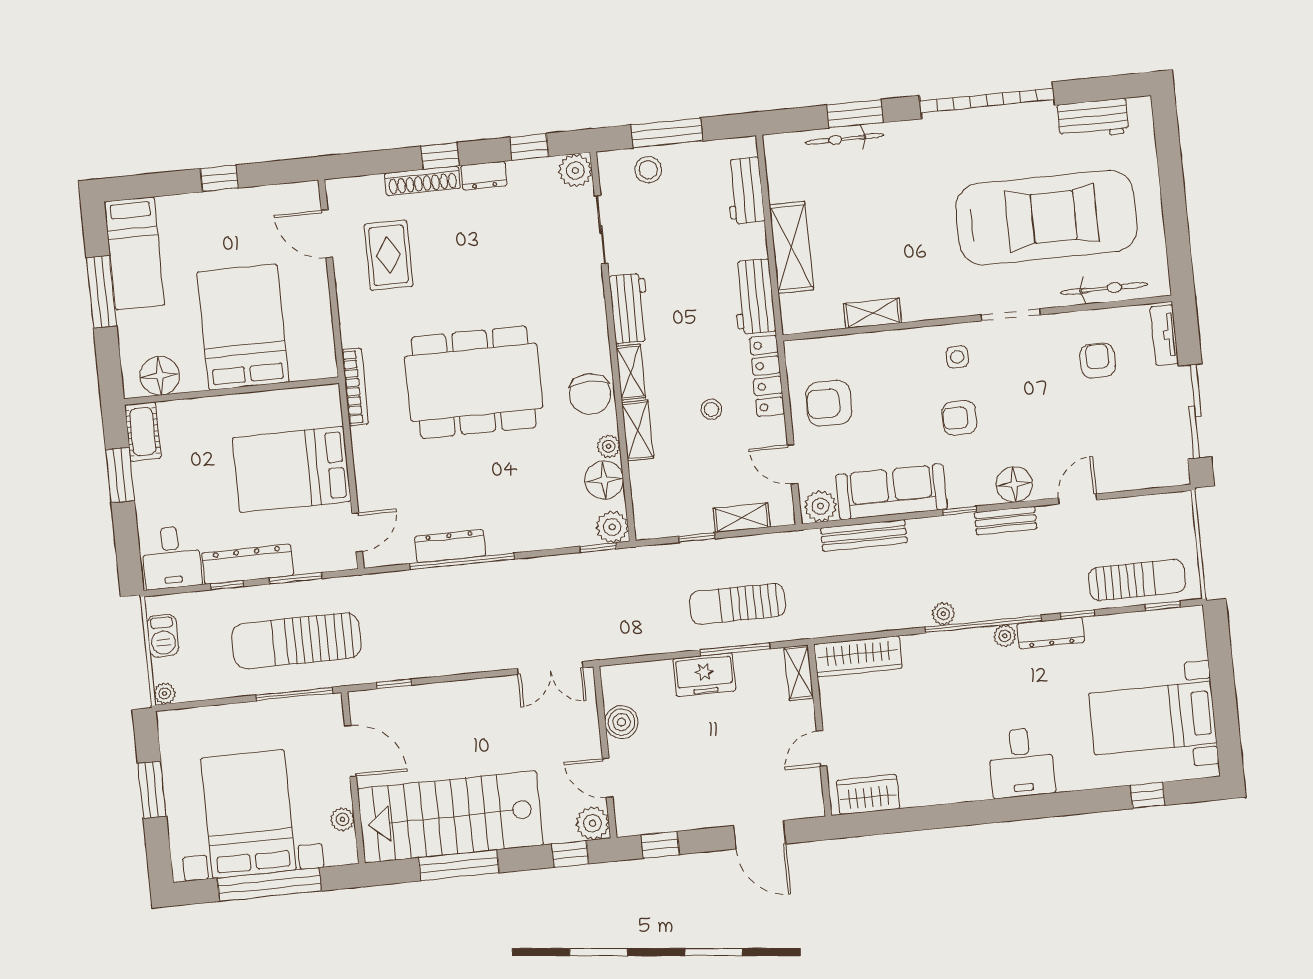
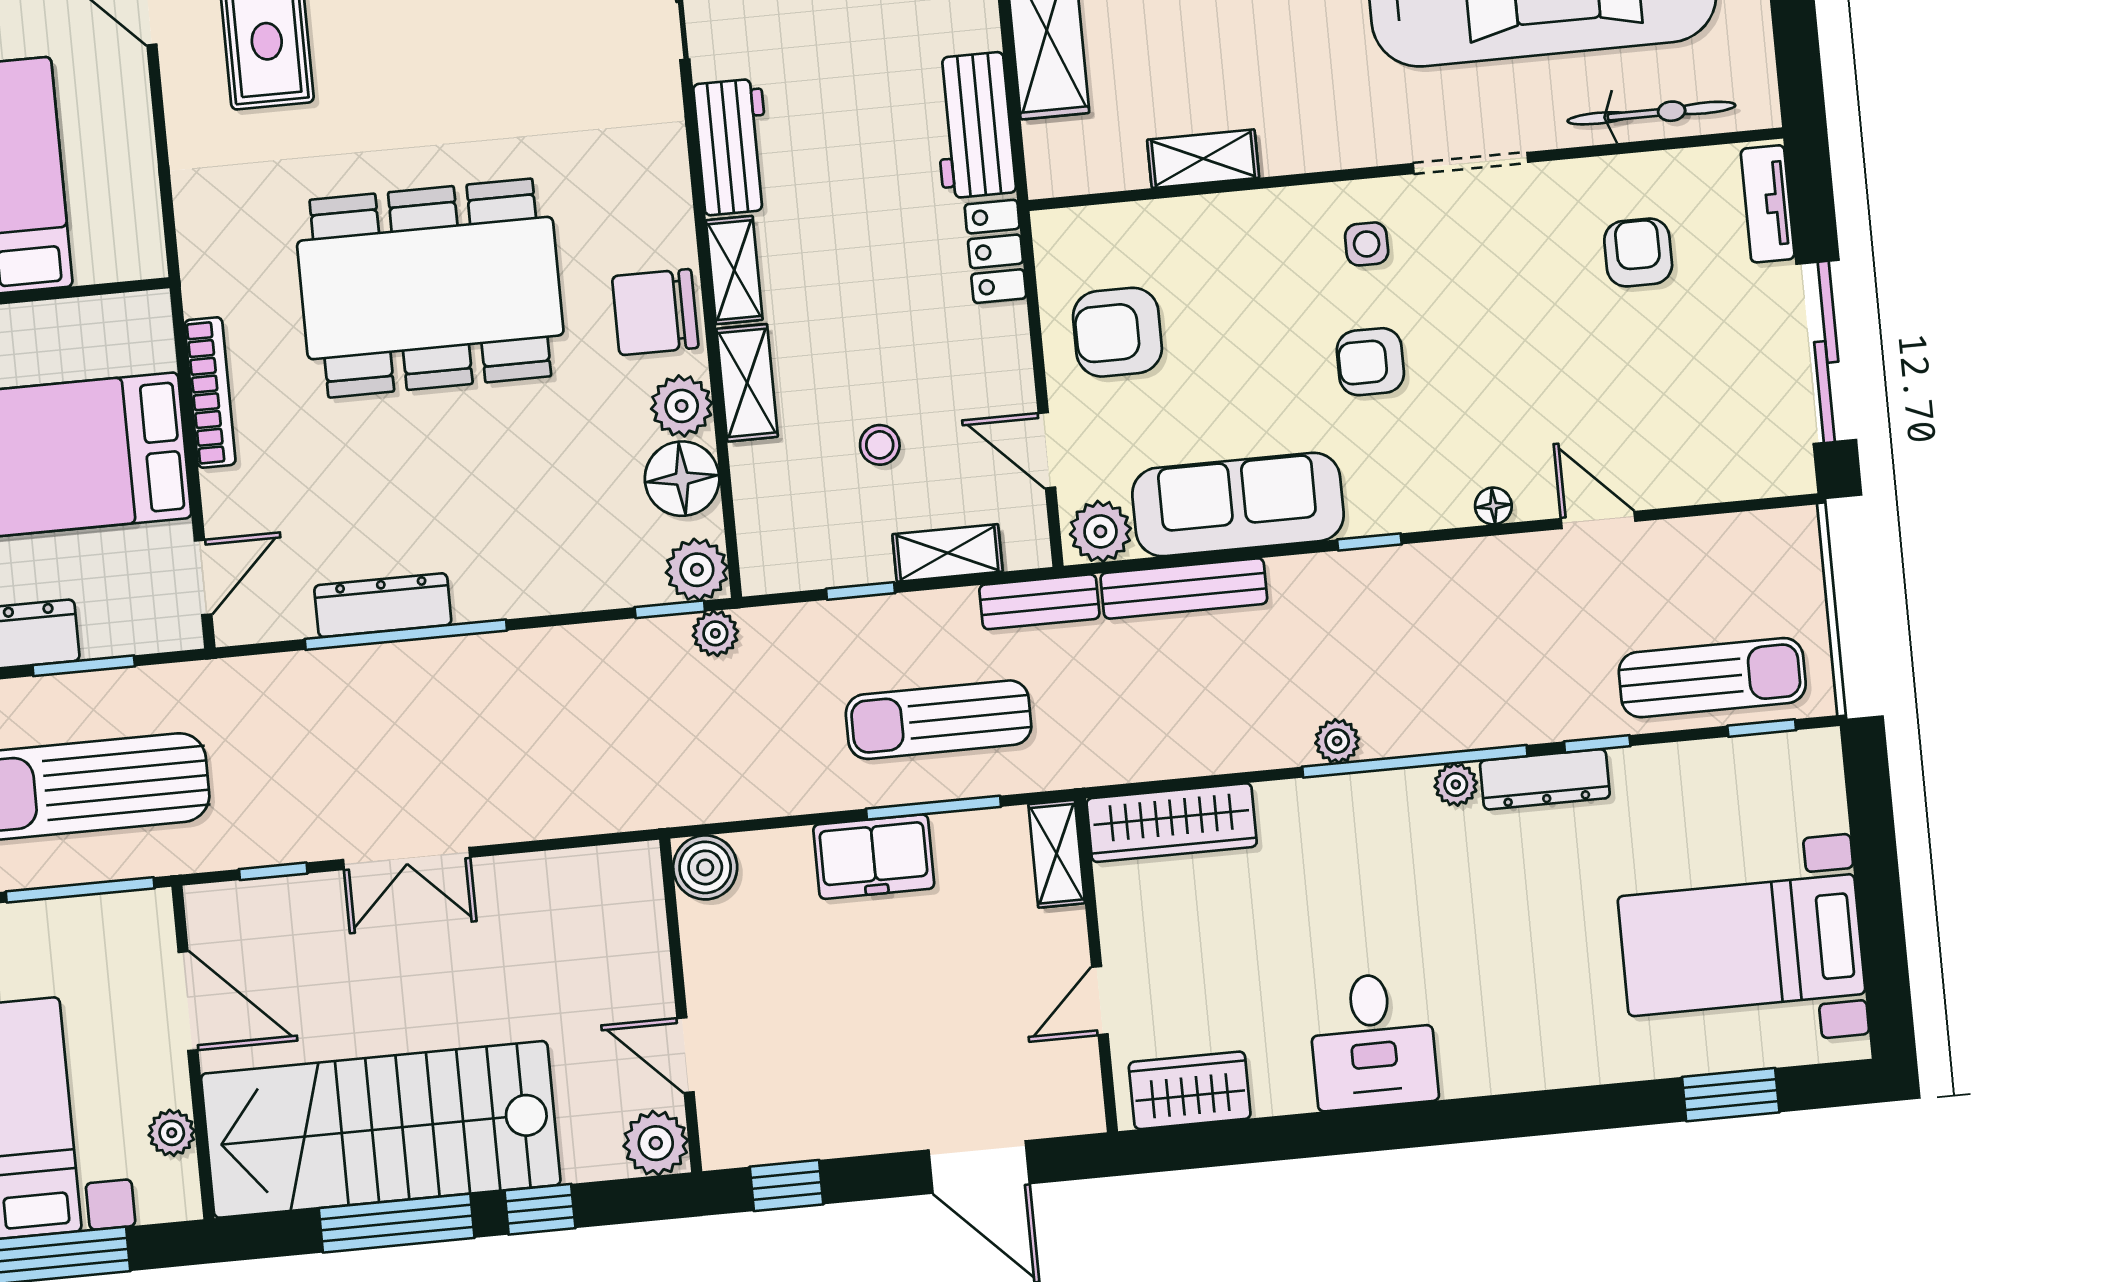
locker: (767, 376) -> (995, 251), width x0.66
bookcase: (355, 387) -> (210, 392), moved
chair: (590, 394) -> (655, 312), turned 90
stool: (711, 409) -> (880, 445), moved
plant: (609, 446) -> (682, 406), width x1.38, depth x1.38
floor lamp: (1014, 484) -> (1493, 506), width x0.53, depth x0.53
door: (1078, 499) -> (1598, 520), hinge flipped
bench: (1006, 521) -> (1039, 602), moved
plant: (622, 560) -> (715, 633), added
double door: (550, 668) -> (407, 858), moved
boiler: (621, 722) -> (705, 867), moved
desk: (1021, 763) -> (1373, 1041), moved
window: (1148, 795) -> (1731, 1095), width x1.50
window: (570, 854) -> (540, 1209), moved

